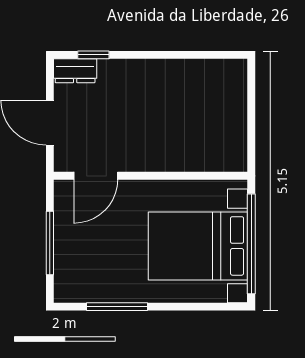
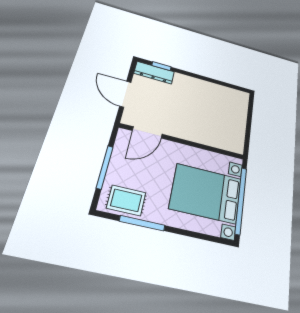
dresser: (75, 71) -> (154, 73), width x1.44
rug: (89, 281) -> (126, 200), added

